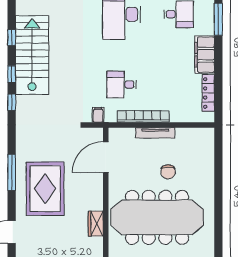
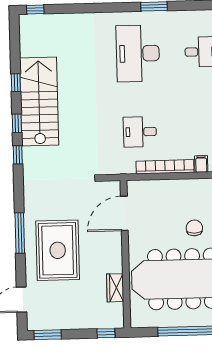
filing cabinet: (98, 115) -> (201, 164), moved
tv unit: (155, 133) -> (179, 185), removed
chair: (168, 172) -> (194, 228), turned 180

